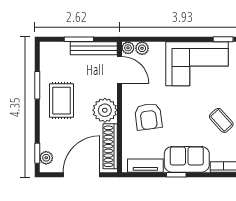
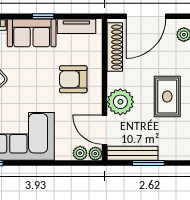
plant: (105, 110) -> (120, 102), moved
armchair: (148, 117) -> (73, 79), turned -83

